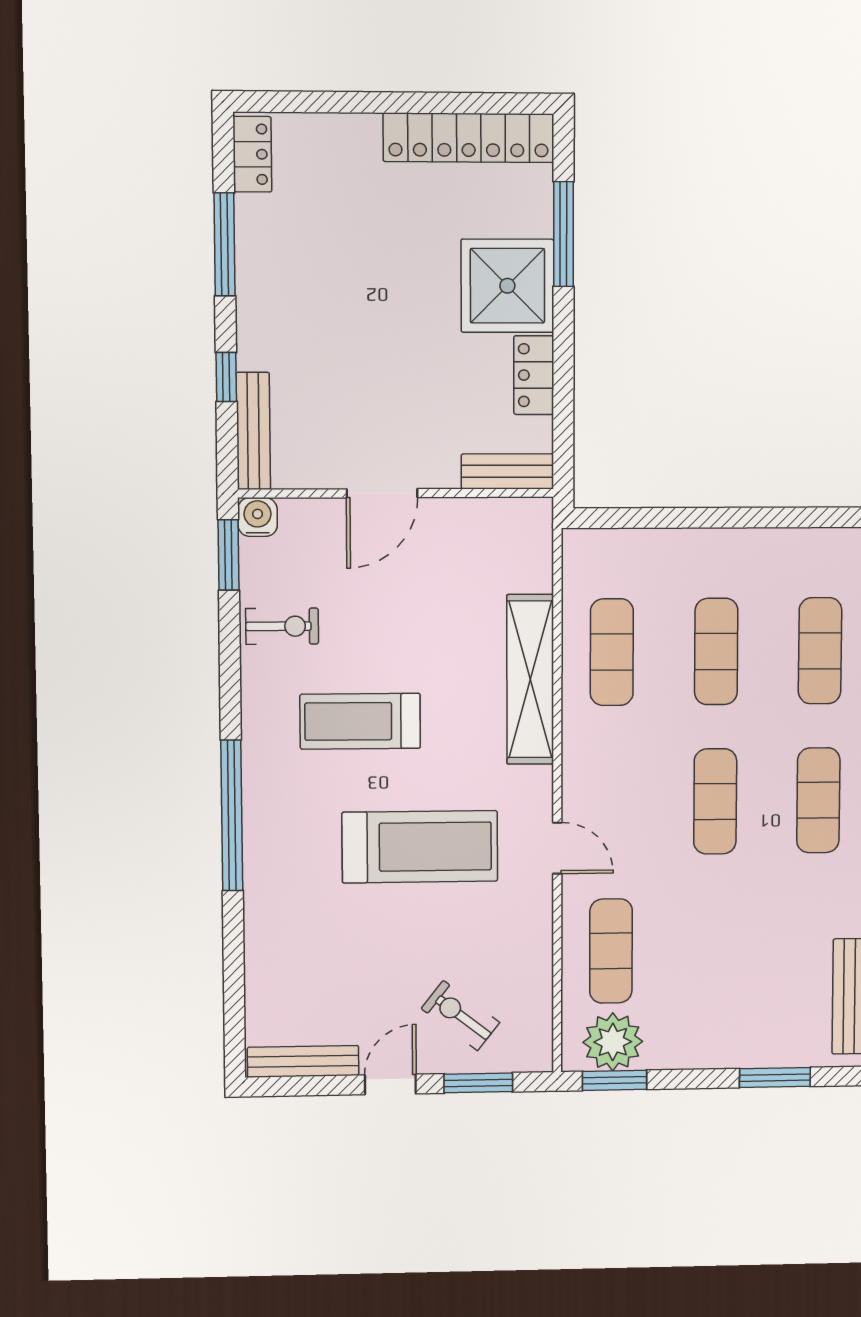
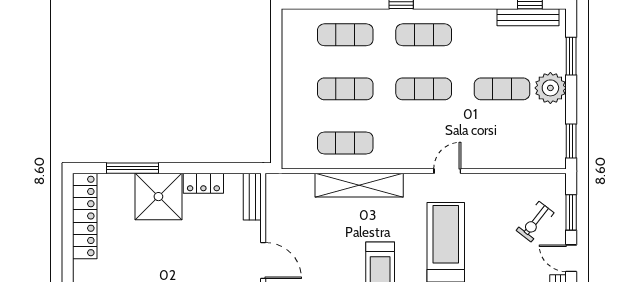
exercise mat: (611, 951) -> (502, 89), moved
plant: (613, 1042) -> (550, 88), moved

